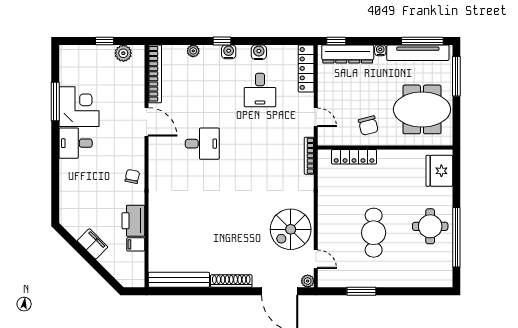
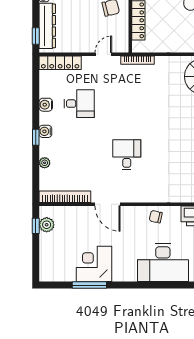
window: (105, 41) -> (36, 226), moved
door: (146, 122) -> (107, 204), swing flipped
desk: (76, 143) -> (163, 263), moved, width x1.87, depth x1.30

